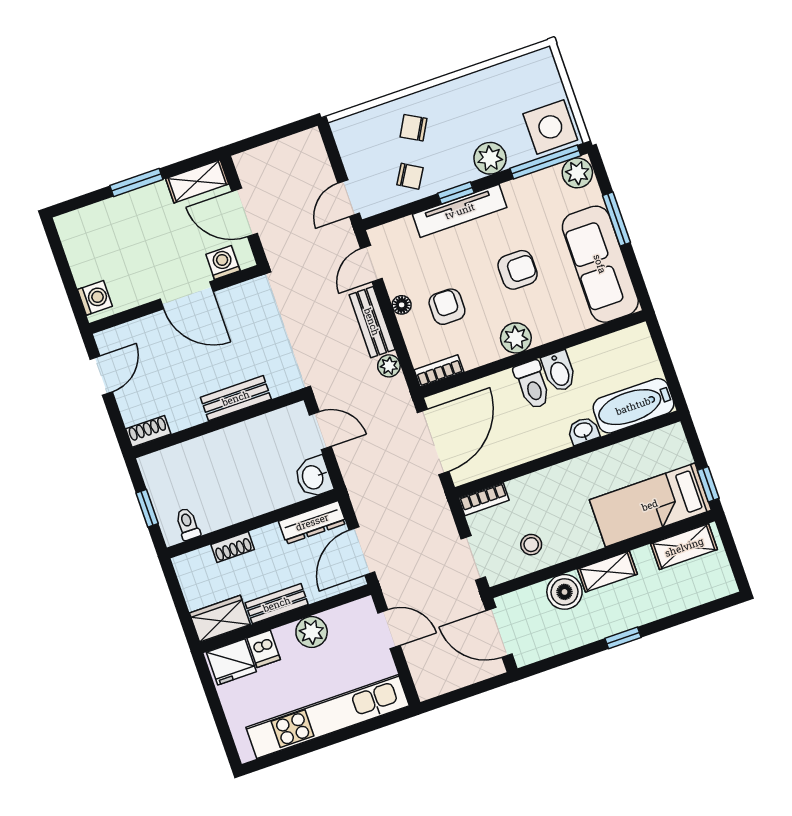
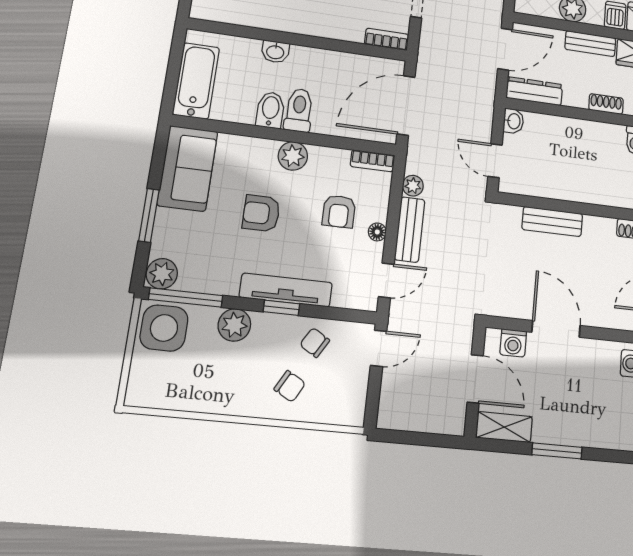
sofa: (600, 264) -> (188, 168), width x0.73
bathtub: (633, 406) -> (196, 81), moved, turned -90
washbasin: (313, 477) -> (513, 121), width x0.72, depth x0.69

